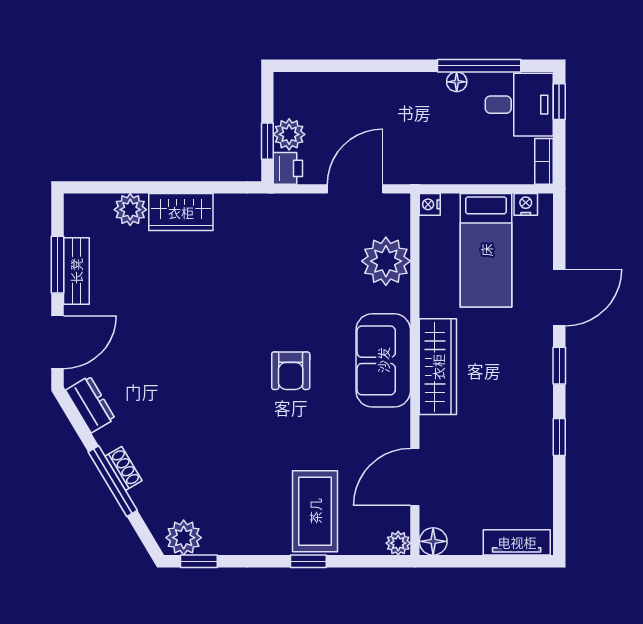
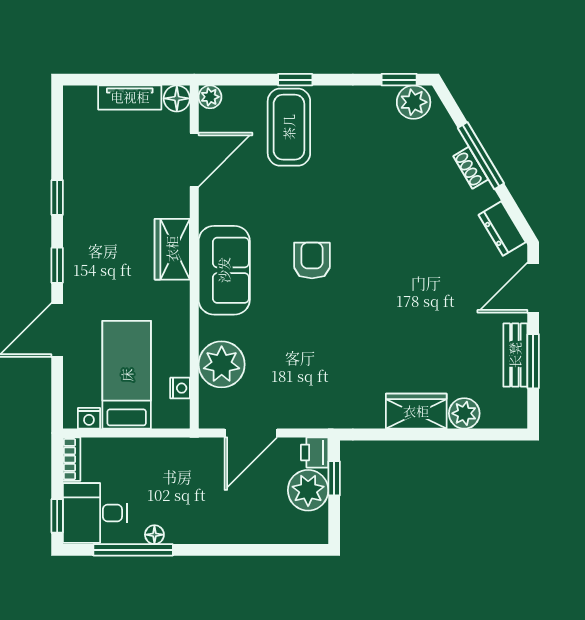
plant: (289, 134) -> (308, 490), width x1.36, depth x1.36
nightstand: (430, 204) -> (180, 388), moved
wardrobe: (438, 367) -> (172, 249), width x0.67
tv unit: (517, 542) -> (130, 97), moved

